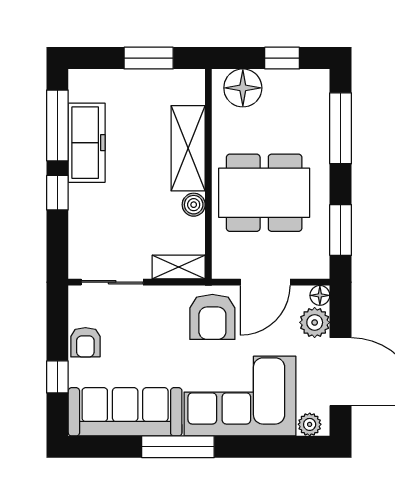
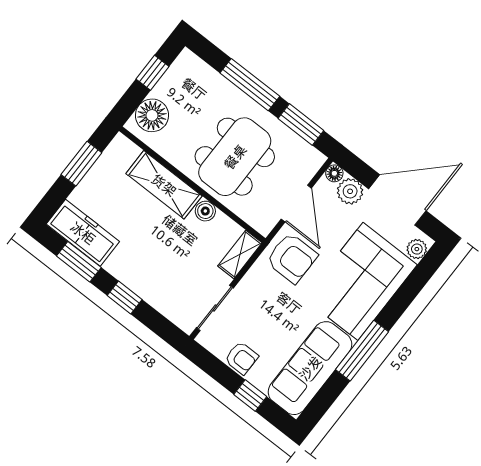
window: (57, 125) -> (79, 262), width x0.69
window: (341, 128) -> (250, 85), moved
freezer: (87, 143) -> (83, 233), moved

